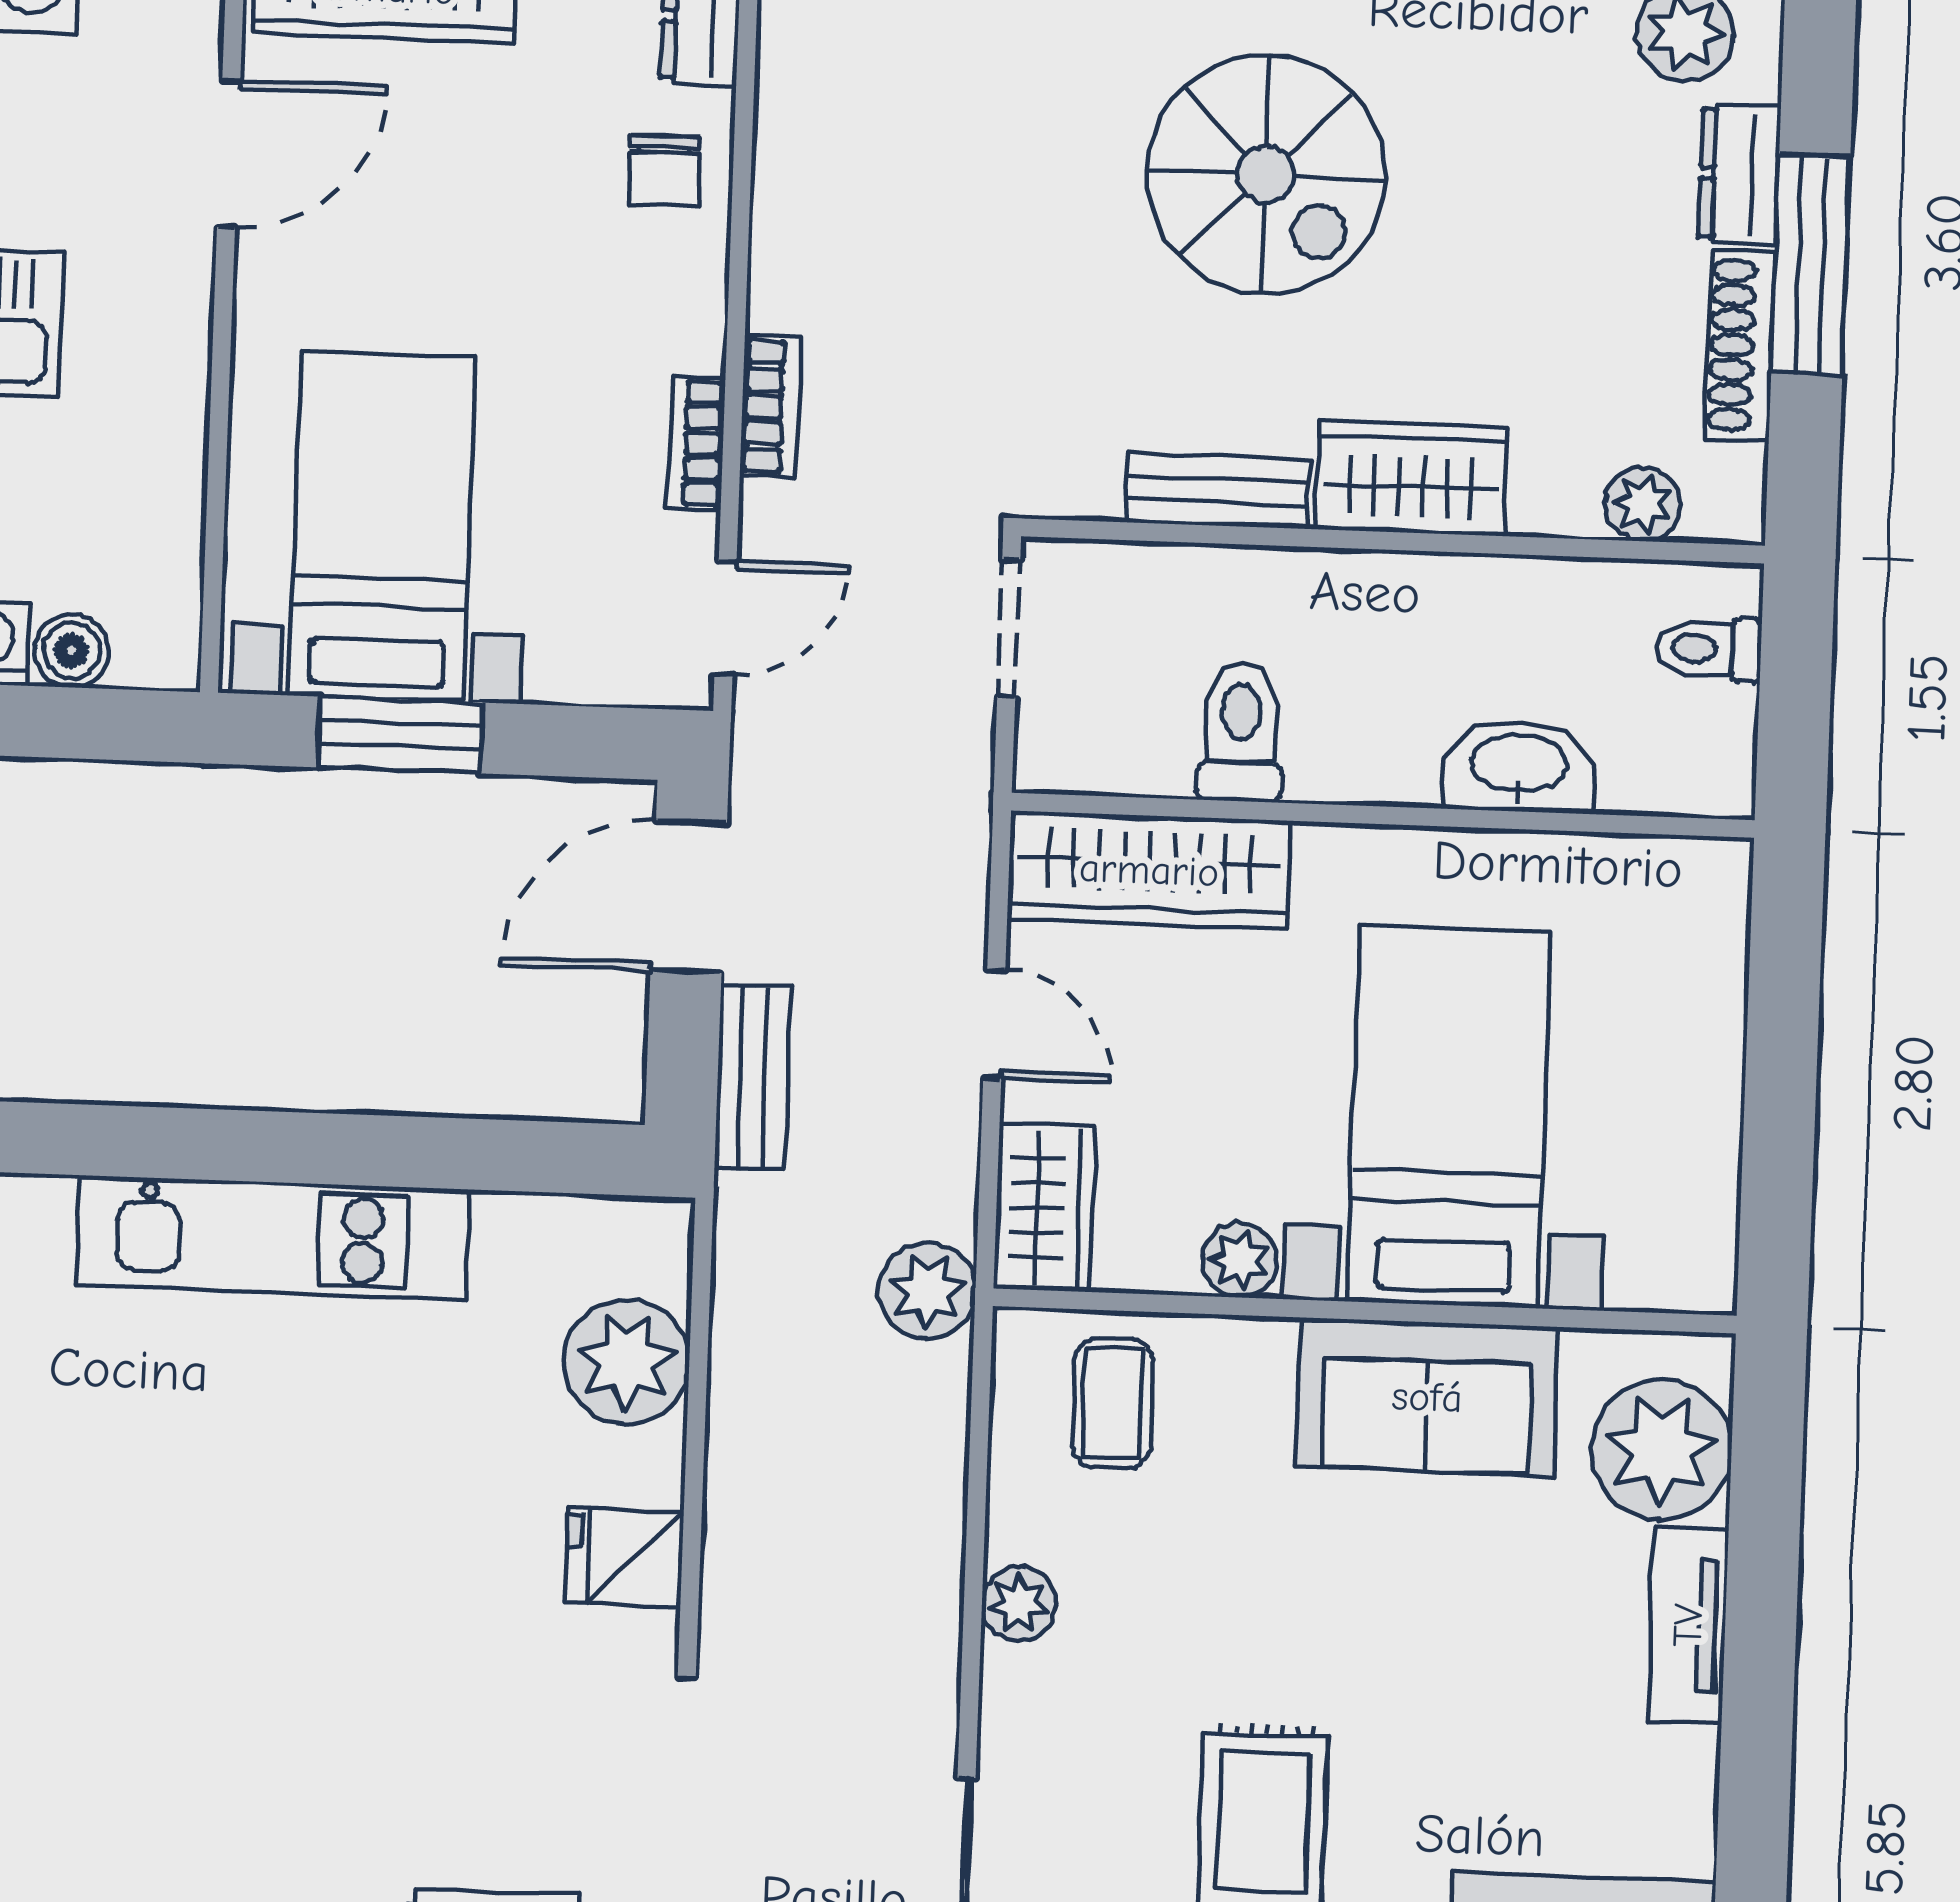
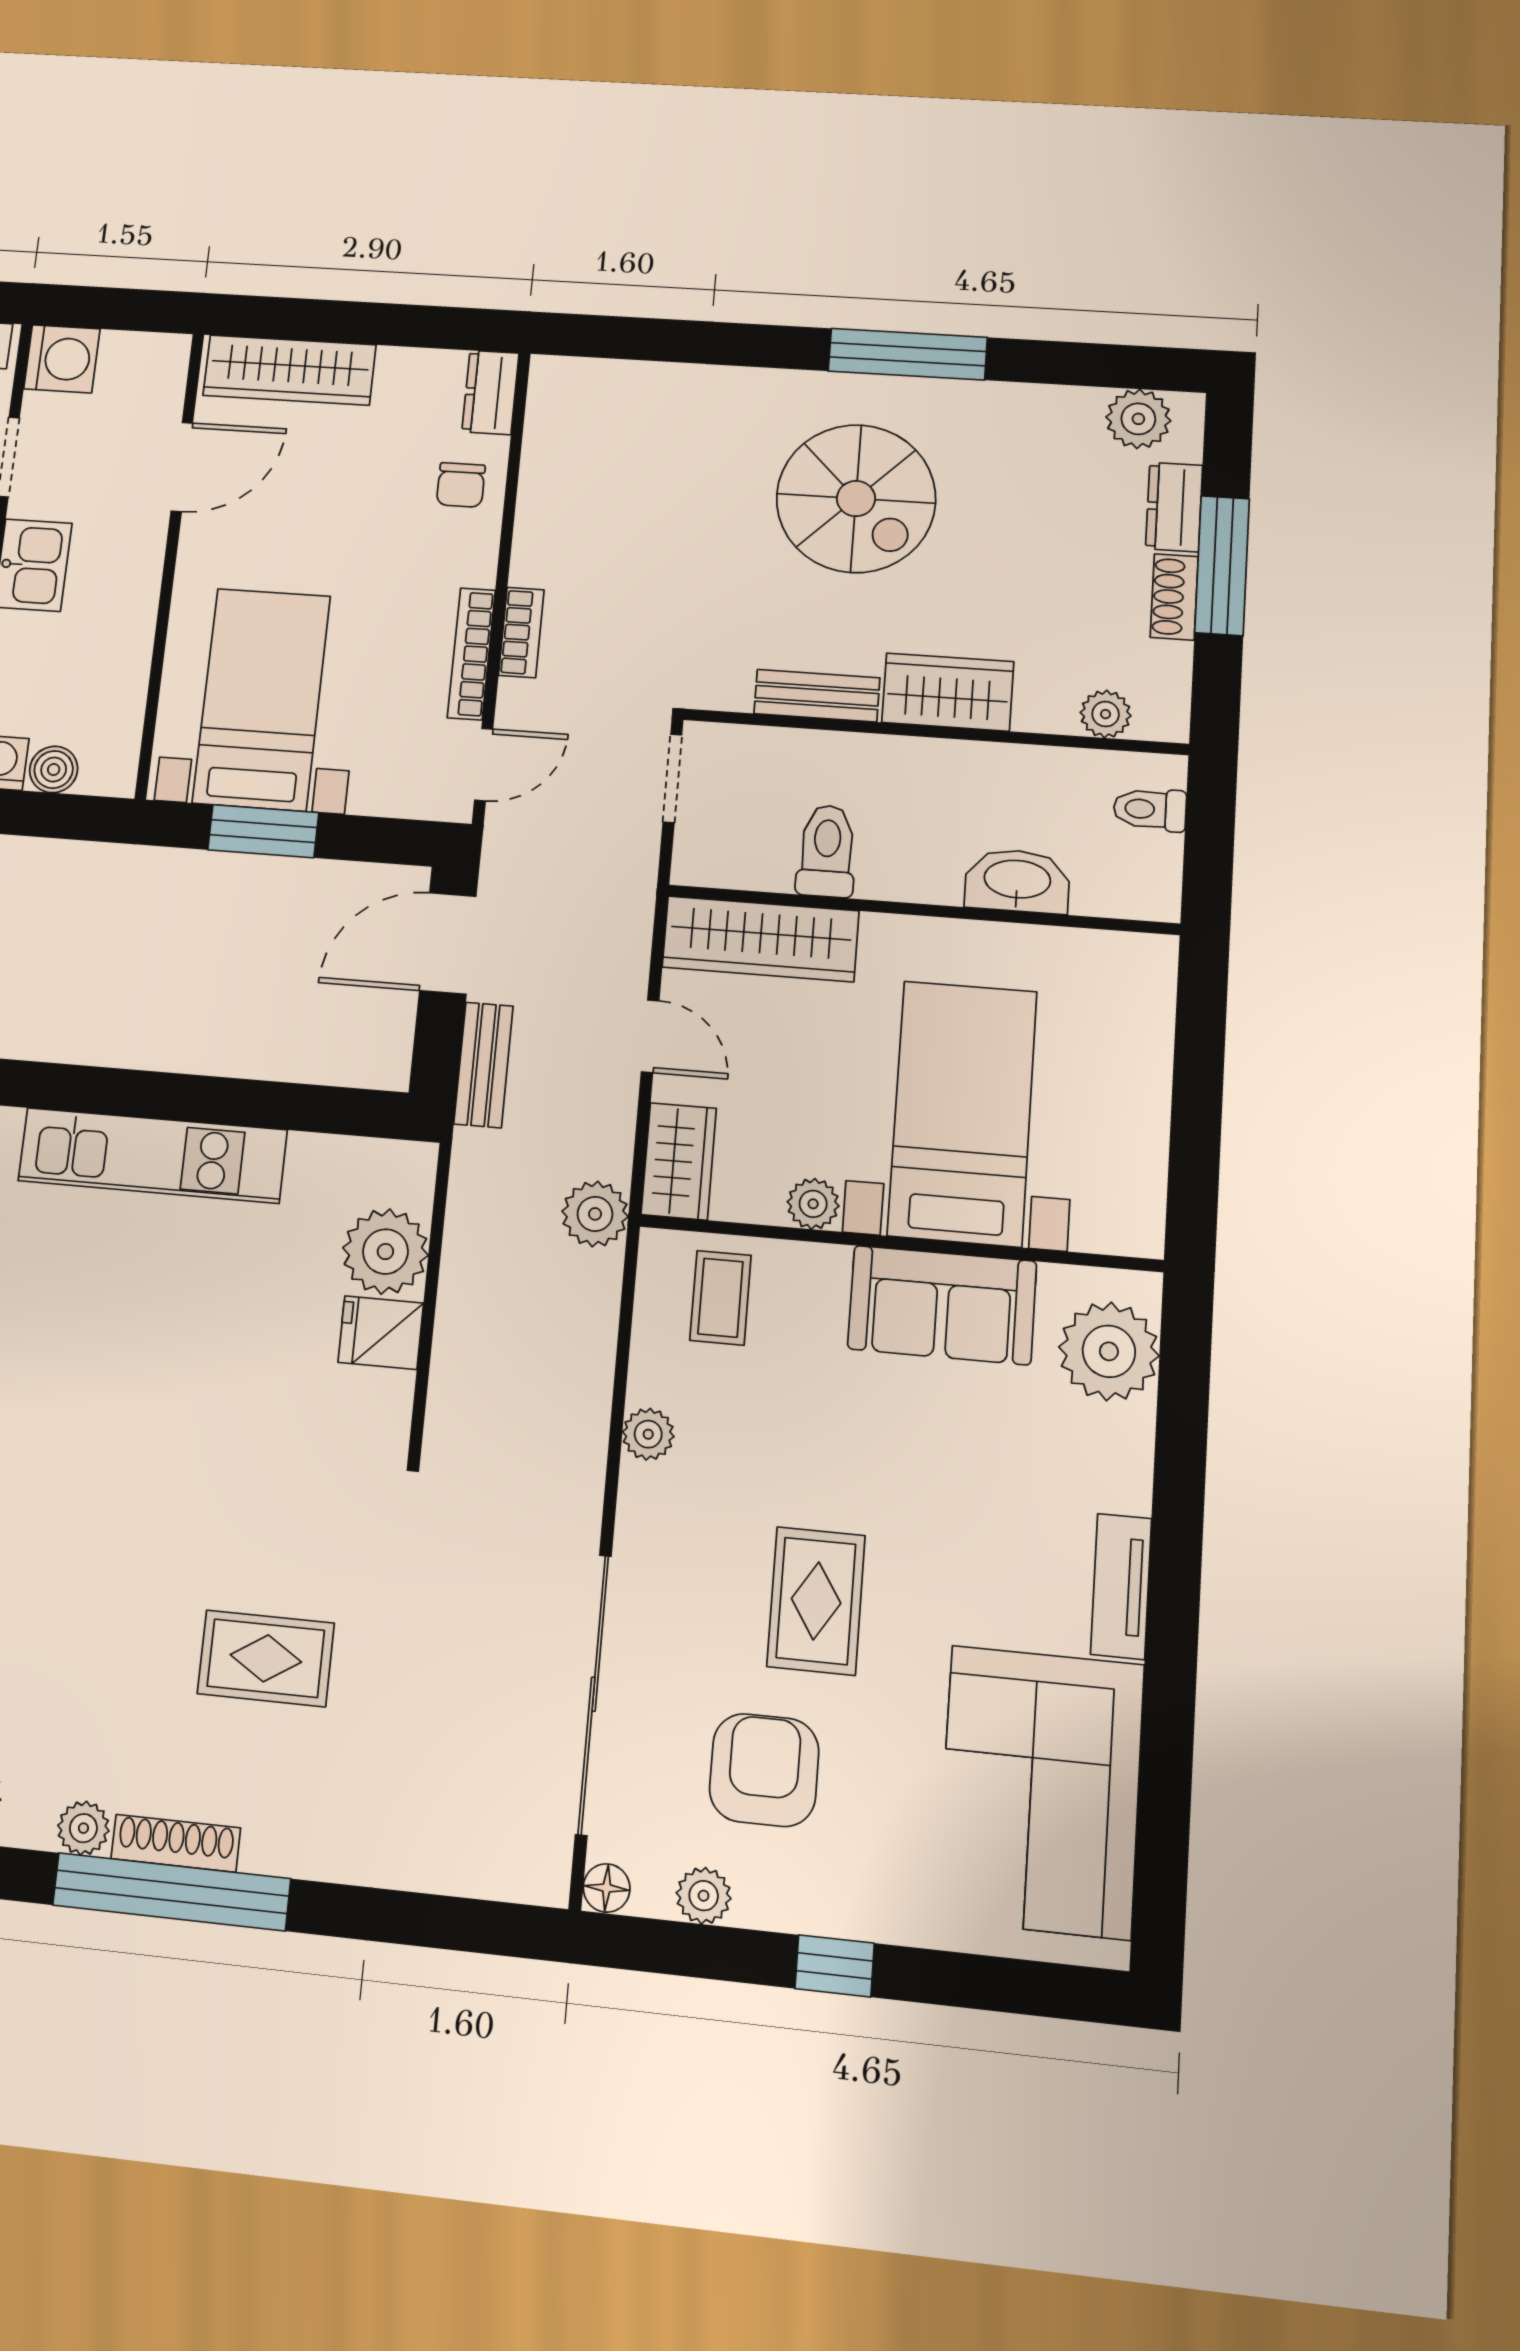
shoe rack: (1740, 345) -> (1174, 597), width x0.70
bookcase: (696, 443) -> (471, 654), width x1.56
fridge: (625, 1558) -> (381, 1333), moved
tv unit: (1688, 1625) -> (1121, 1586), moved

